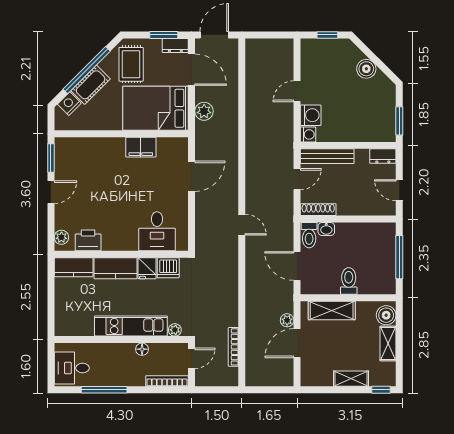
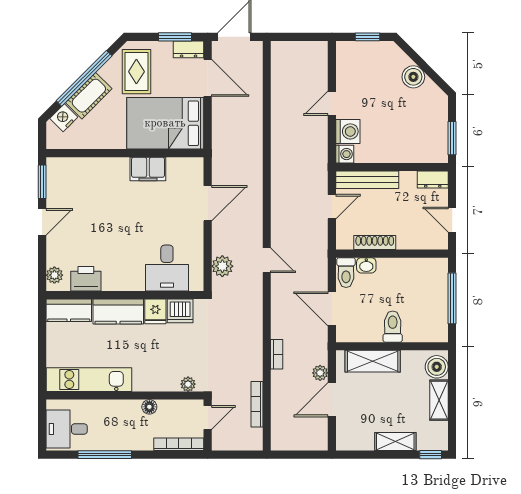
plant: (204, 111) -> (222, 266), moved
shoe rack: (318, 210) -> (375, 243), moved
bookcase: (250, 304) -> (277, 354), added
kitchen unit: (131, 326) -> (89, 380), moved

